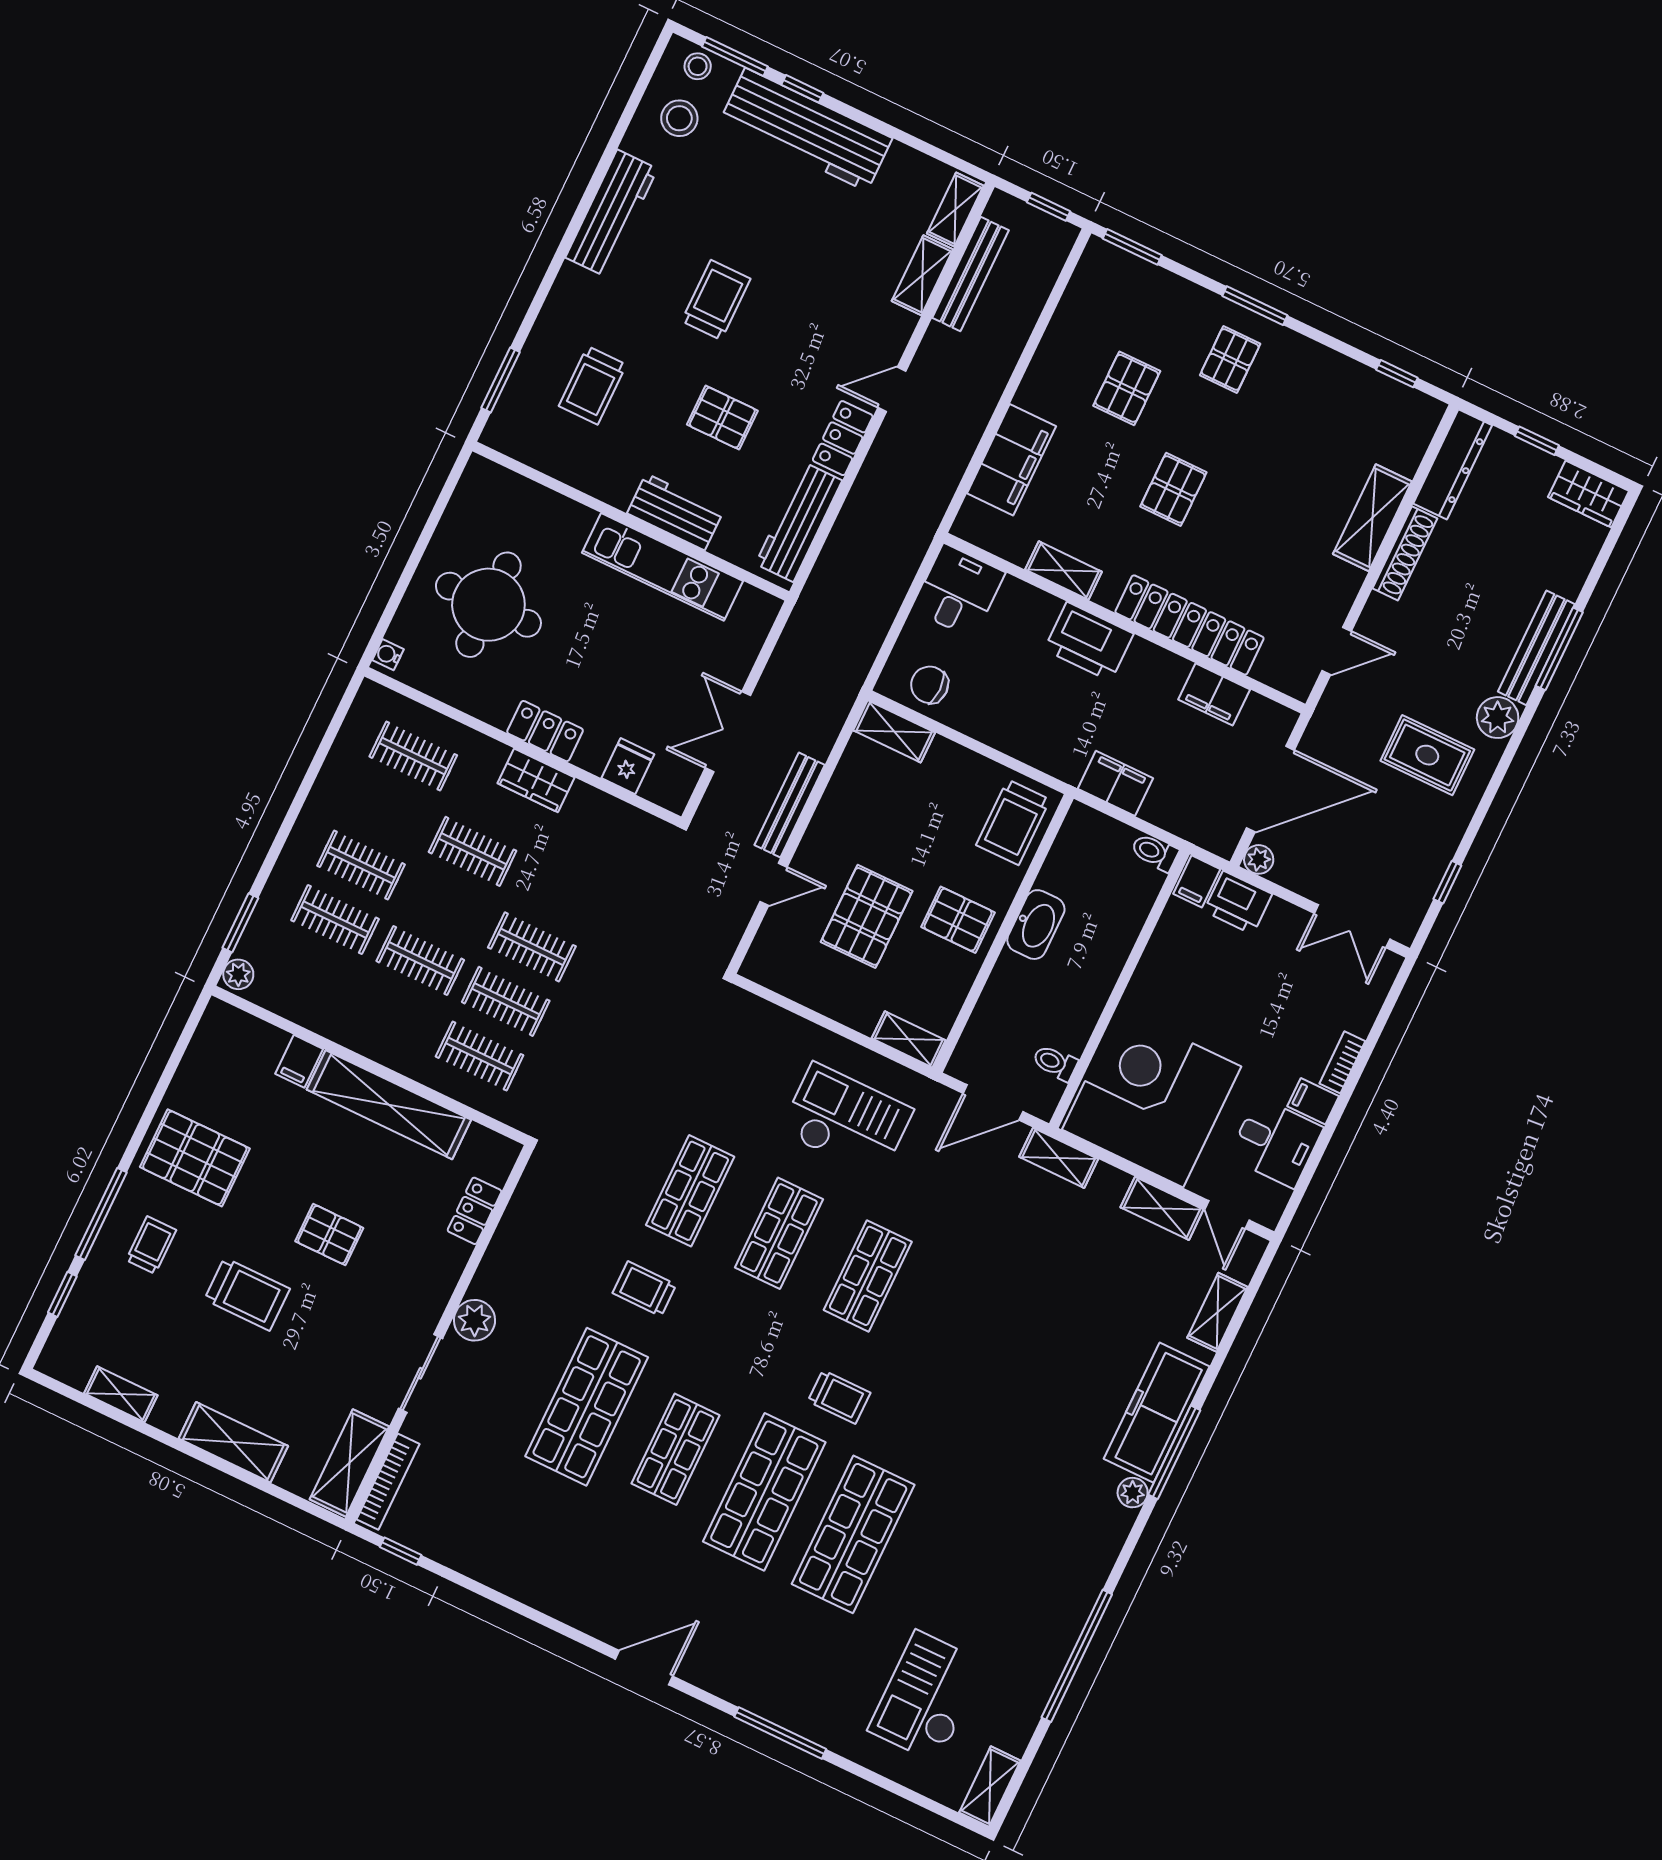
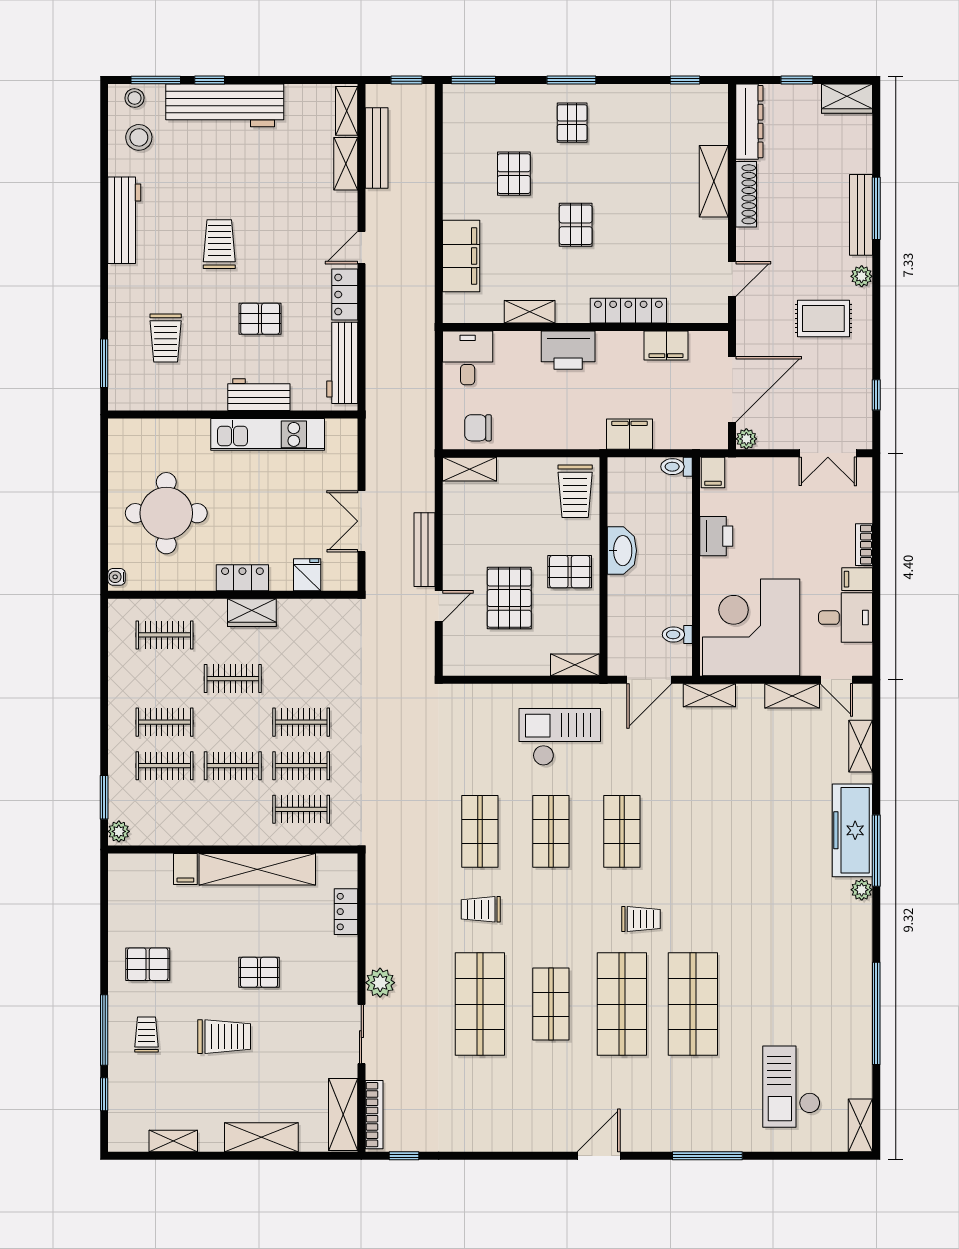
locker: (1189, 625) -> (628, 311), width x0.71, depth x0.83
plant: (1498, 718) -> (862, 276), width x0.73, depth x0.73
printer: (1238, 903) -> (716, 536), moved, turned -90
pallet: (195, 1158) -> (148, 964), width x0.67, depth x0.71

